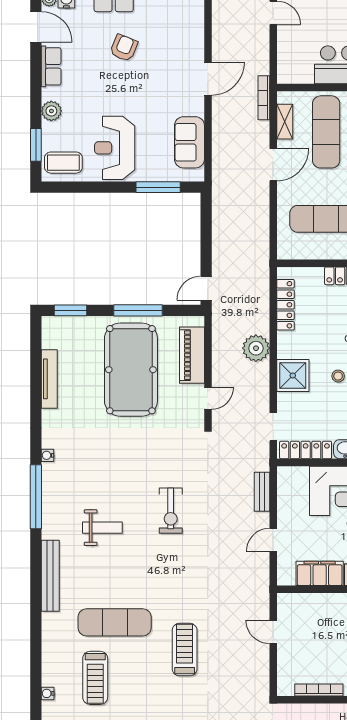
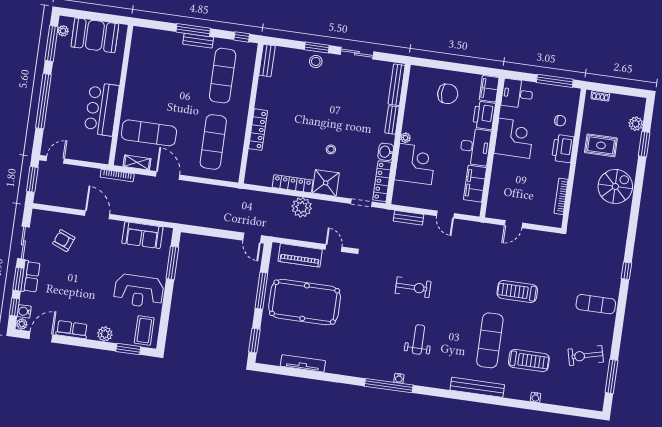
armchair: (124, 48) -> (64, 241), moved
locker: (285, 305) -> (293, 184), moved
water cooler: (47, 455) -> (399, 378), moved
bench: (50, 576) -> (477, 387), moved

